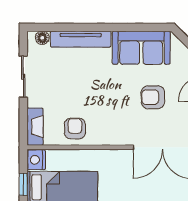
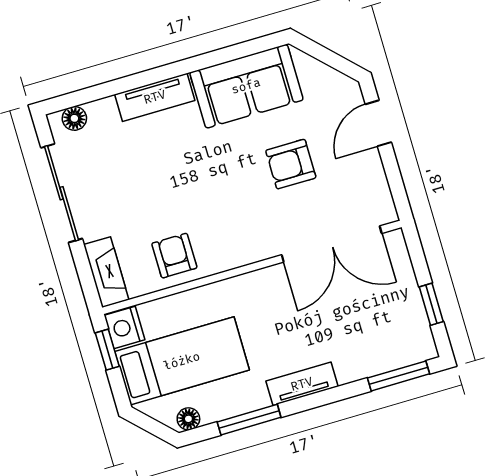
tv unit: (81, 39) -> (155, 97), width x0.71
sliding door: (23, 77) -> (62, 193), width x1.37
window: (23, 184) -> (107, 350), moved

